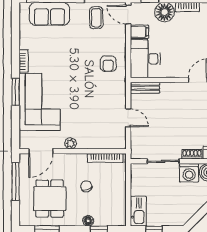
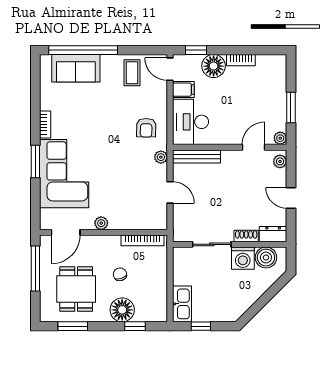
plant: (121, 88) -> (161, 157), added
bench: (145, 88) -> (196, 156), width x1.36
floor lamp: (88, 221) -> (122, 310), width x1.89, depth x1.89

